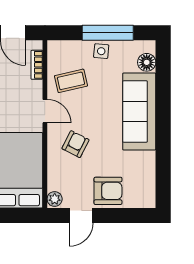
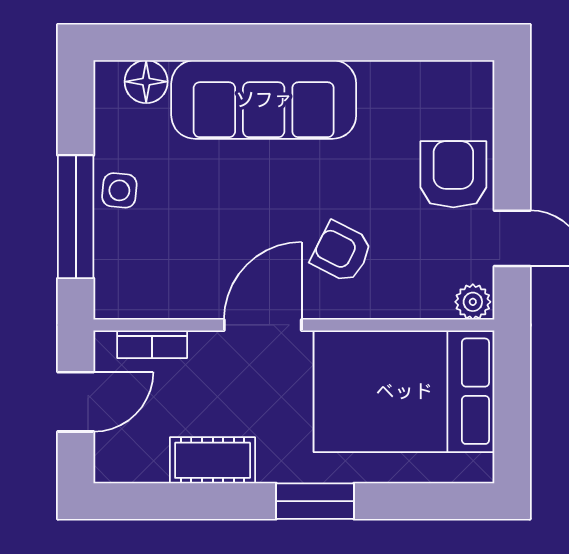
window: (108, 33) -> (76, 217), moved
coffee table: (71, 81) -> (190, 263), removed
door: (45, 111) -> (263, 325), width x1.38

